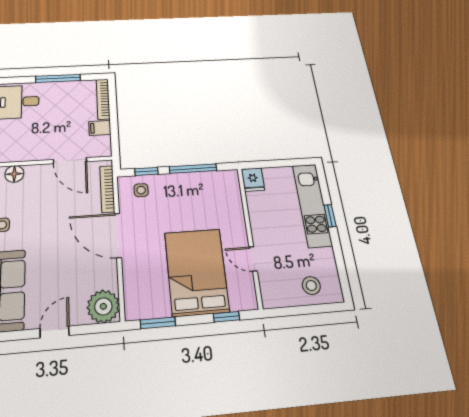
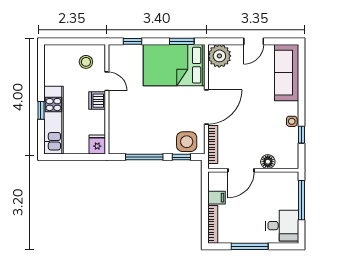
door: (70, 161) -> (241, 170), swing flipped
floor lamp: (14, 174) -> (268, 162), moved
side table: (141, 190) -> (187, 142), width x1.87, depth x1.87
dishwasher: (262, 233) -> (97, 101), added
door: (118, 235) -> (206, 107), hinge flipped
bed: (197, 272) -> (174, 65), moved, turned 90
stool: (311, 286) -> (86, 62), moved

